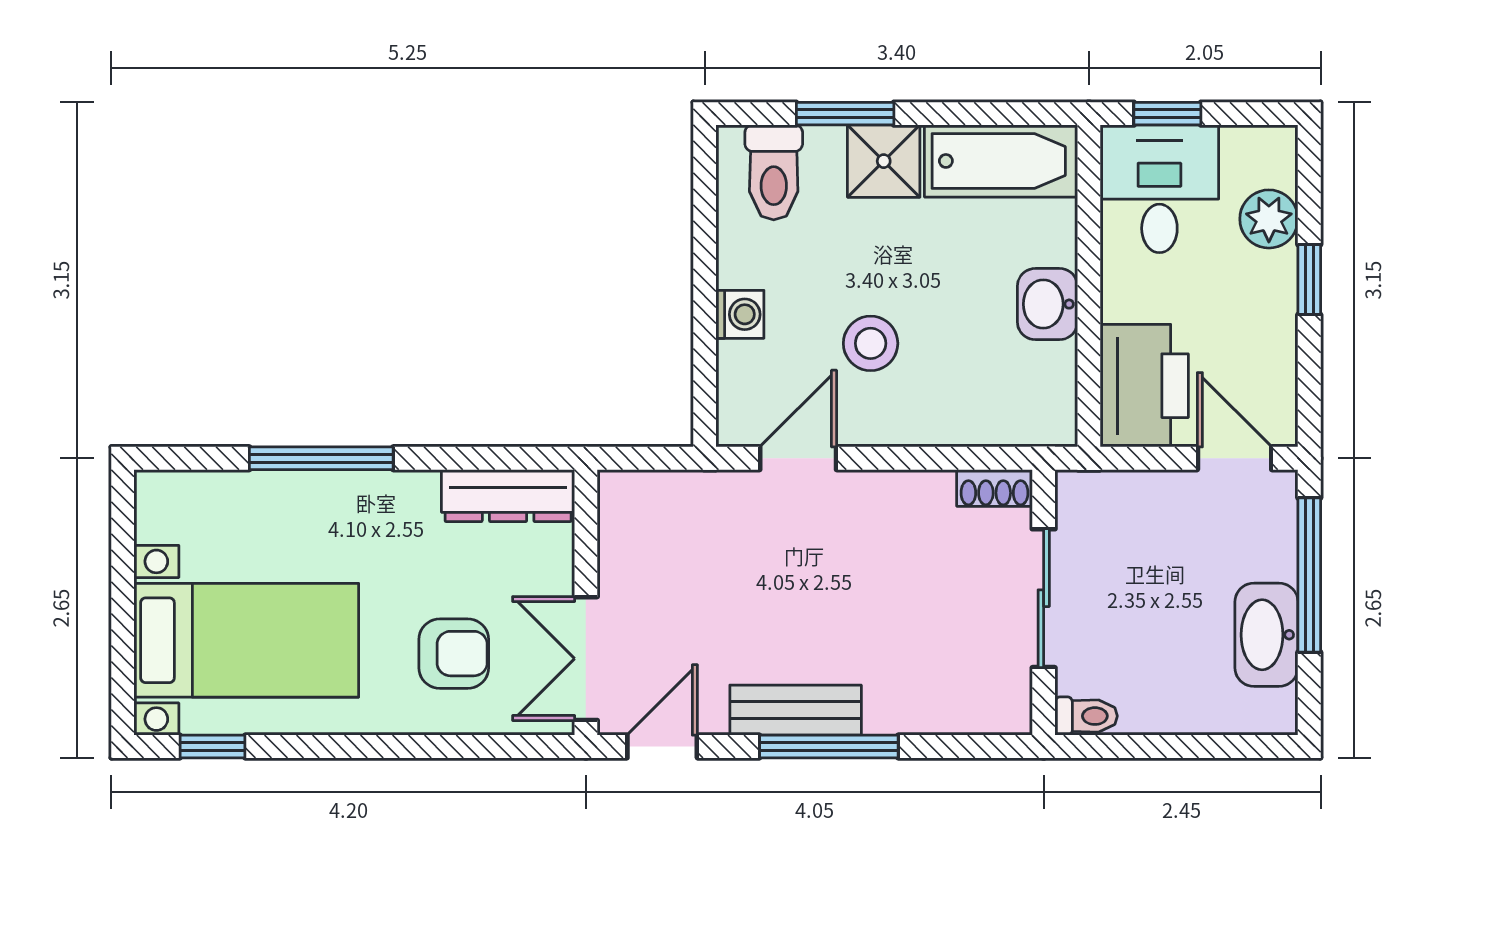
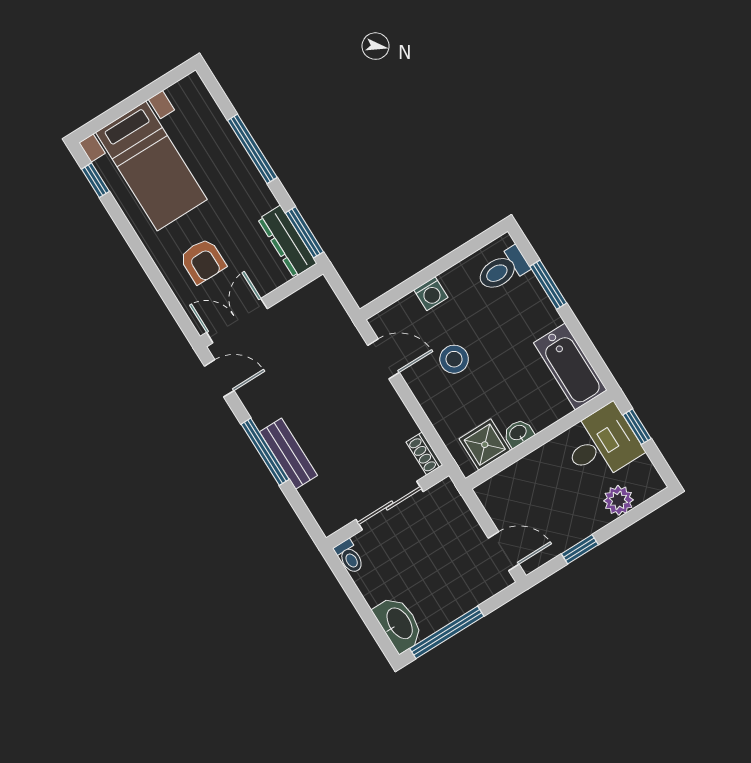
shower: (884, 161) -> (485, 445), moved
window: (1309, 280) -> (580, 549), moved
washbasin: (1047, 304) -> (518, 433), width x0.72, depth x0.69
printer: (1144, 386) -> (511, 491), removed
window: (511, 458) -> (304, 232), added
door: (1235, 458) -> (504, 551), hinge flipped
window: (1309, 575) -> (447, 632), moved
washbasin: (1266, 635) -> (399, 624), moved, turned 90
bench: (796, 710) -> (289, 454), moved

